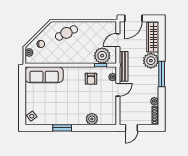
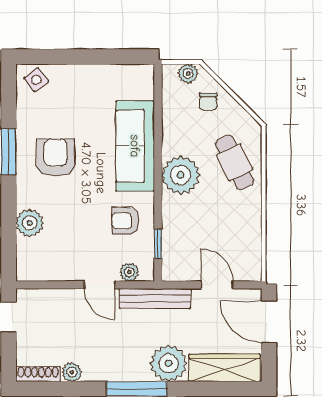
plant: (102, 56) -> (181, 175), moved
sofa: (44, 75) -> (135, 146), moved
armchair: (65, 108) -> (56, 158), added

